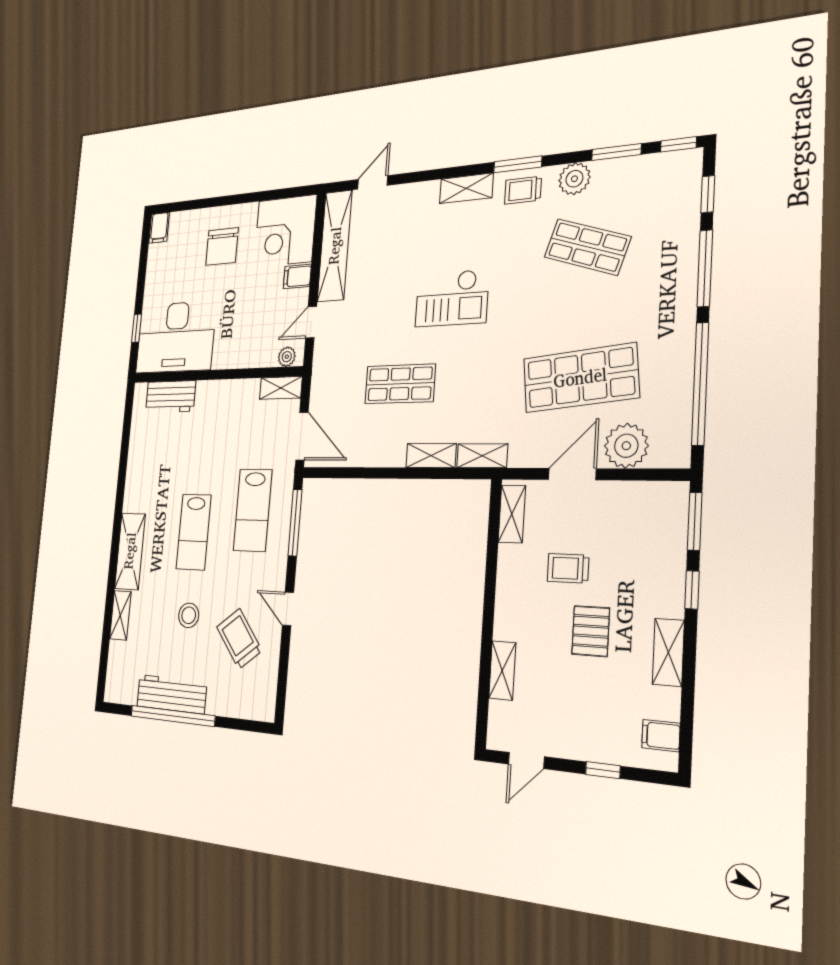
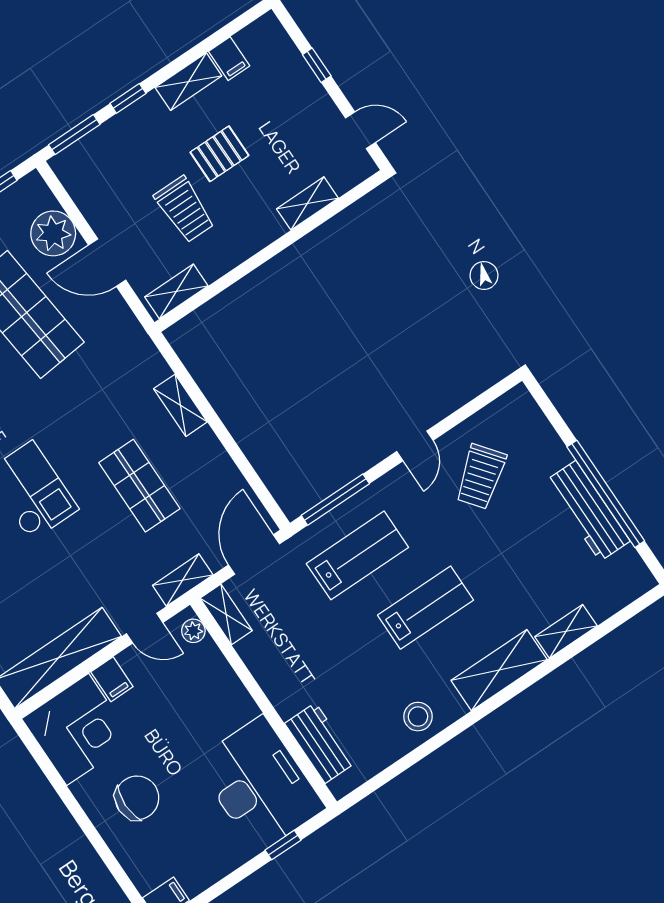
shelving: (482, 456) -> (183, 580), moved, turned 90
trolley: (568, 568) -> (185, 209), width x1.36, depth x1.39
stool: (189, 615) -> (418, 717), moved
filing cabinet: (661, 736) -> (229, 59), moved

